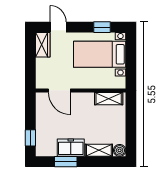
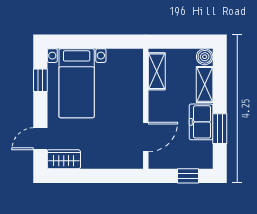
door: (59, 90) -> (146, 137), moved
wall: (81, 90) -> (146, 109), moved
shelving: (109, 99) -> (157, 71), moved

